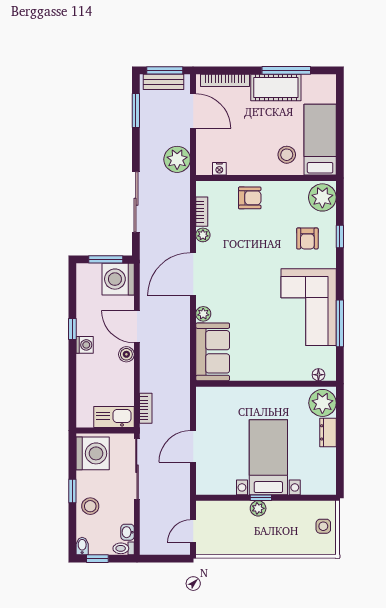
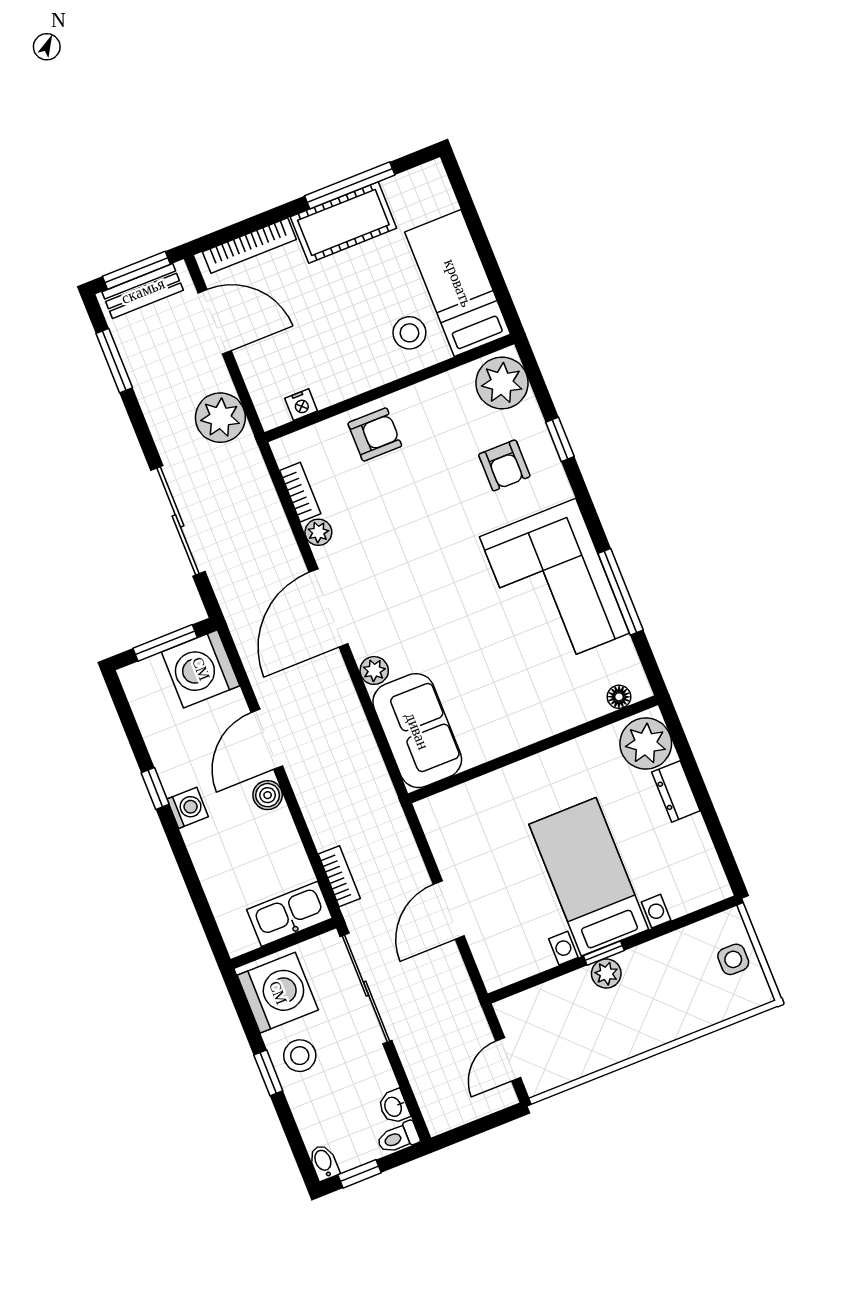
door: (137, 327) -> (267, 739), hinge flipped
stool: (90, 506) -> (300, 1056), moved

